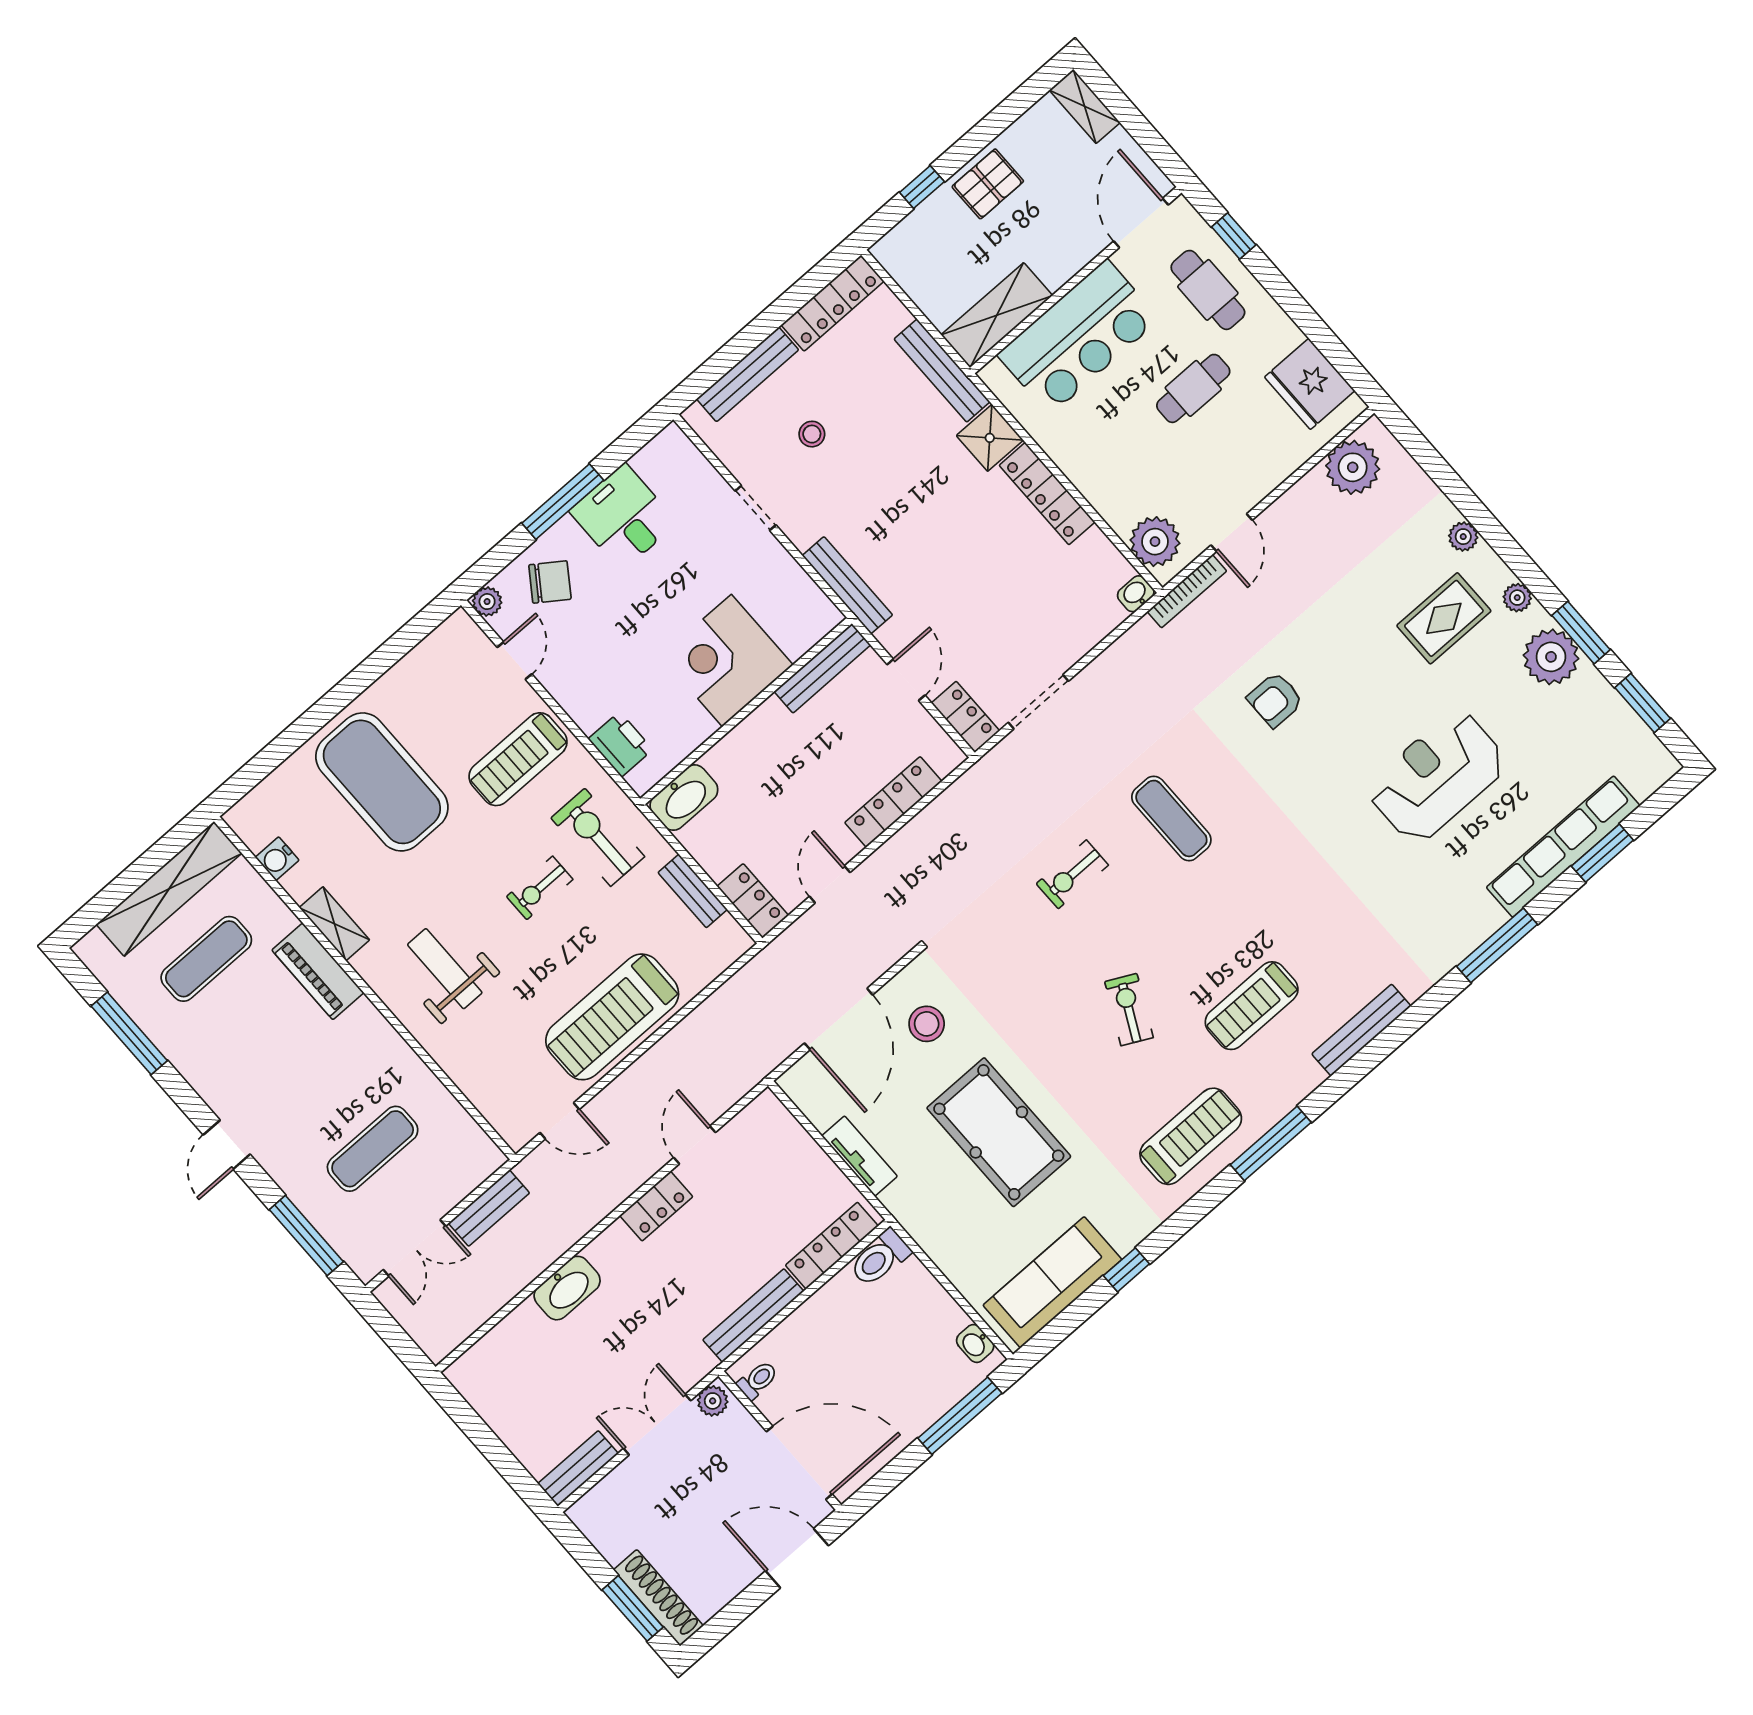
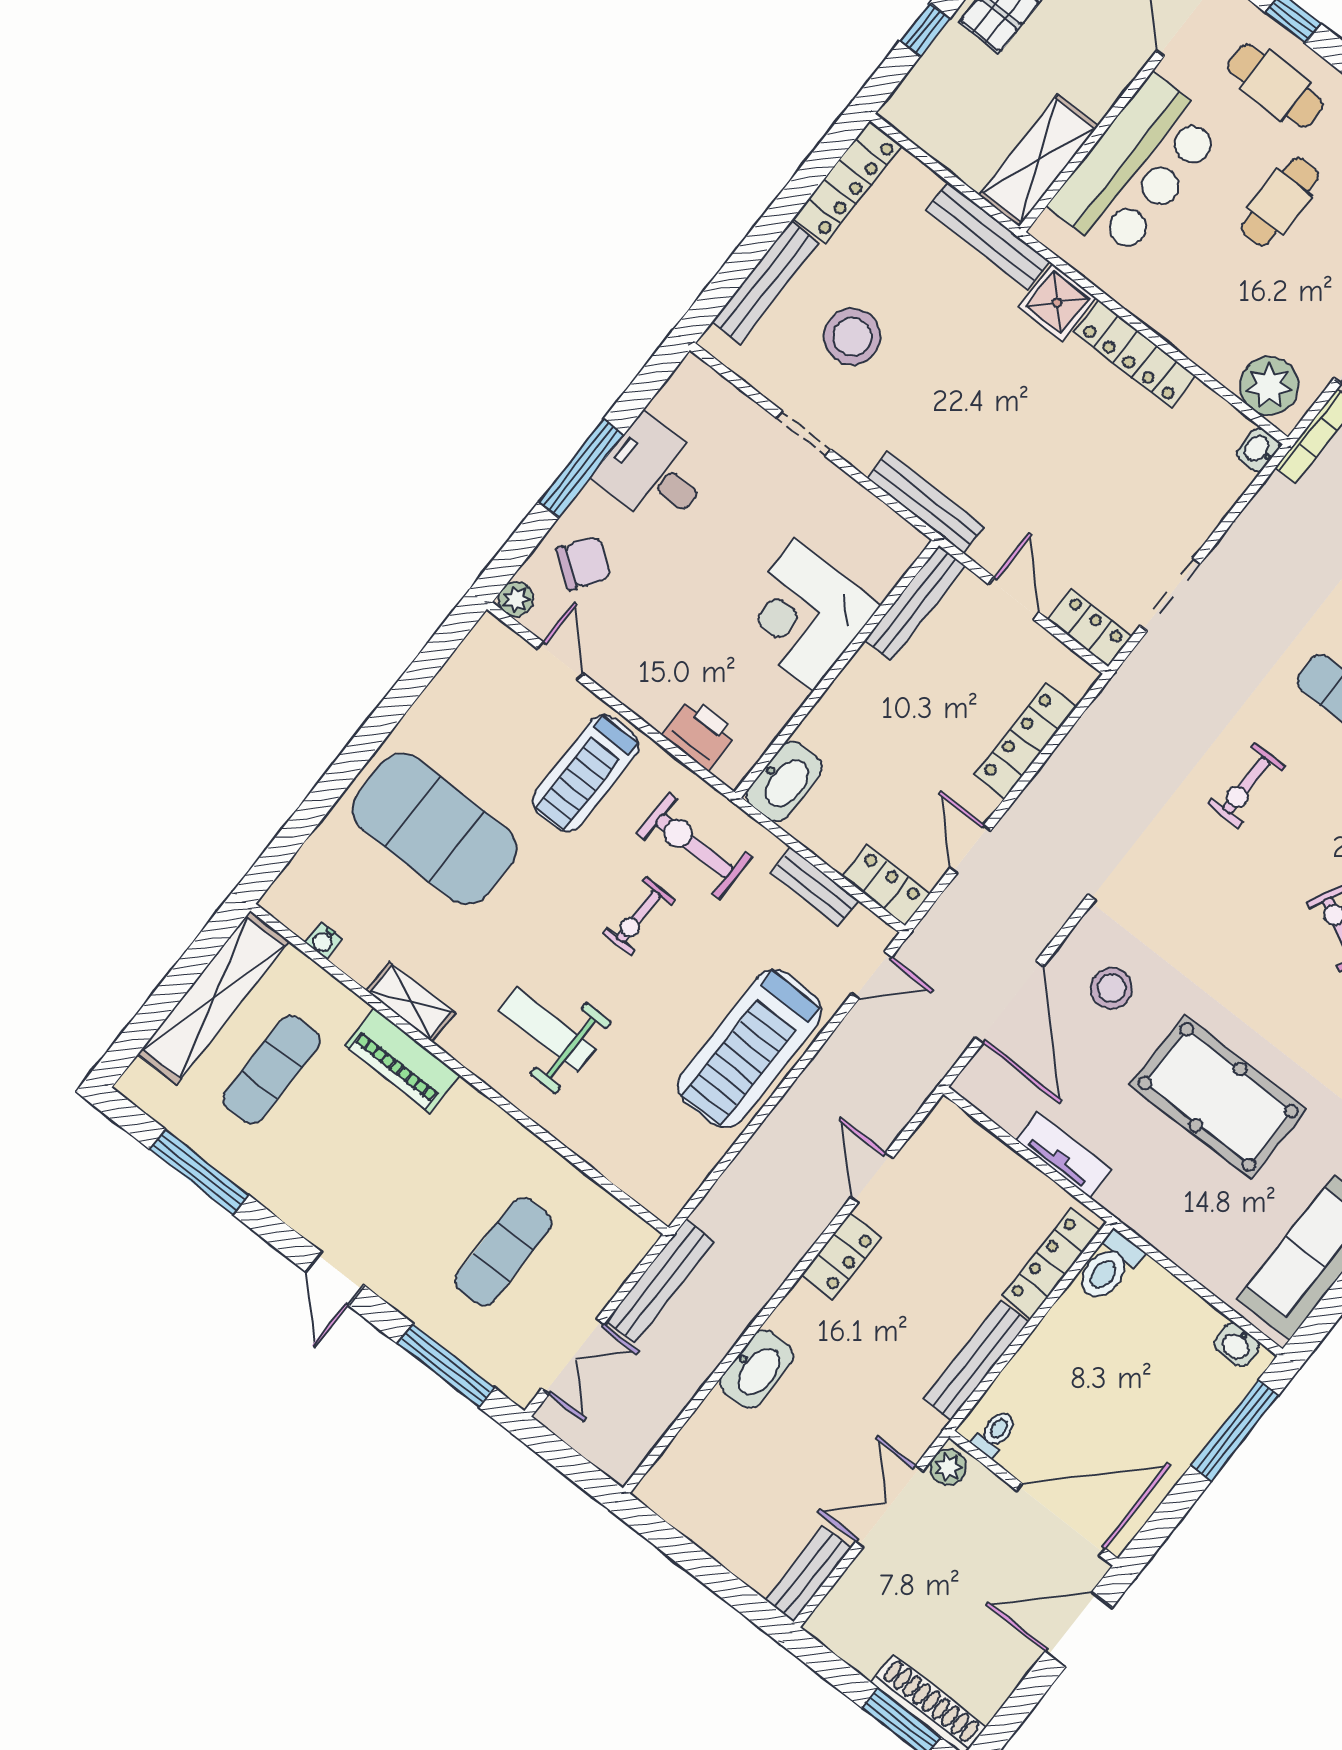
stool: (812, 434) -> (852, 337), width x1.89, depth x1.89
water cooler: (277, 859) -> (324, 941), width x0.72, depth x0.72
door: (560, 1121) -> (872, 975), moved
bench: (489, 1208) -> (660, 1281), width x1.36

